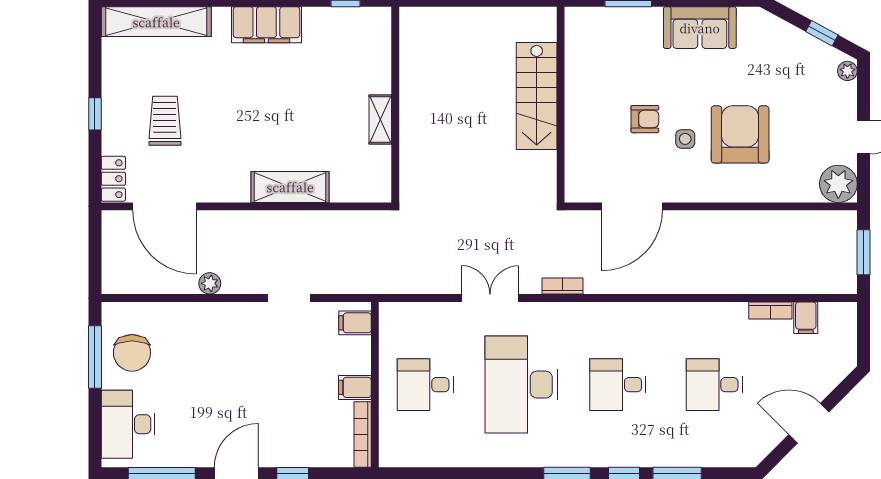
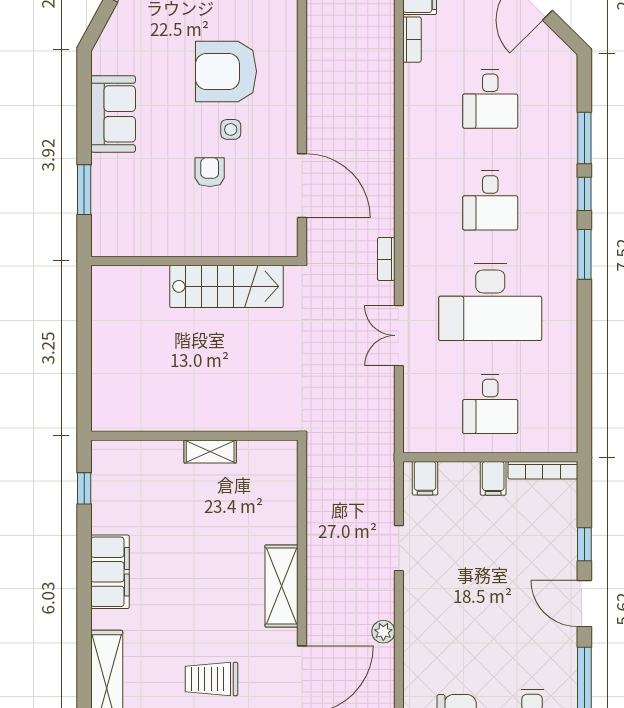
stairs: (537, 96) -> (226, 286), moved
shelving: (290, 187) -> (282, 586), moved

